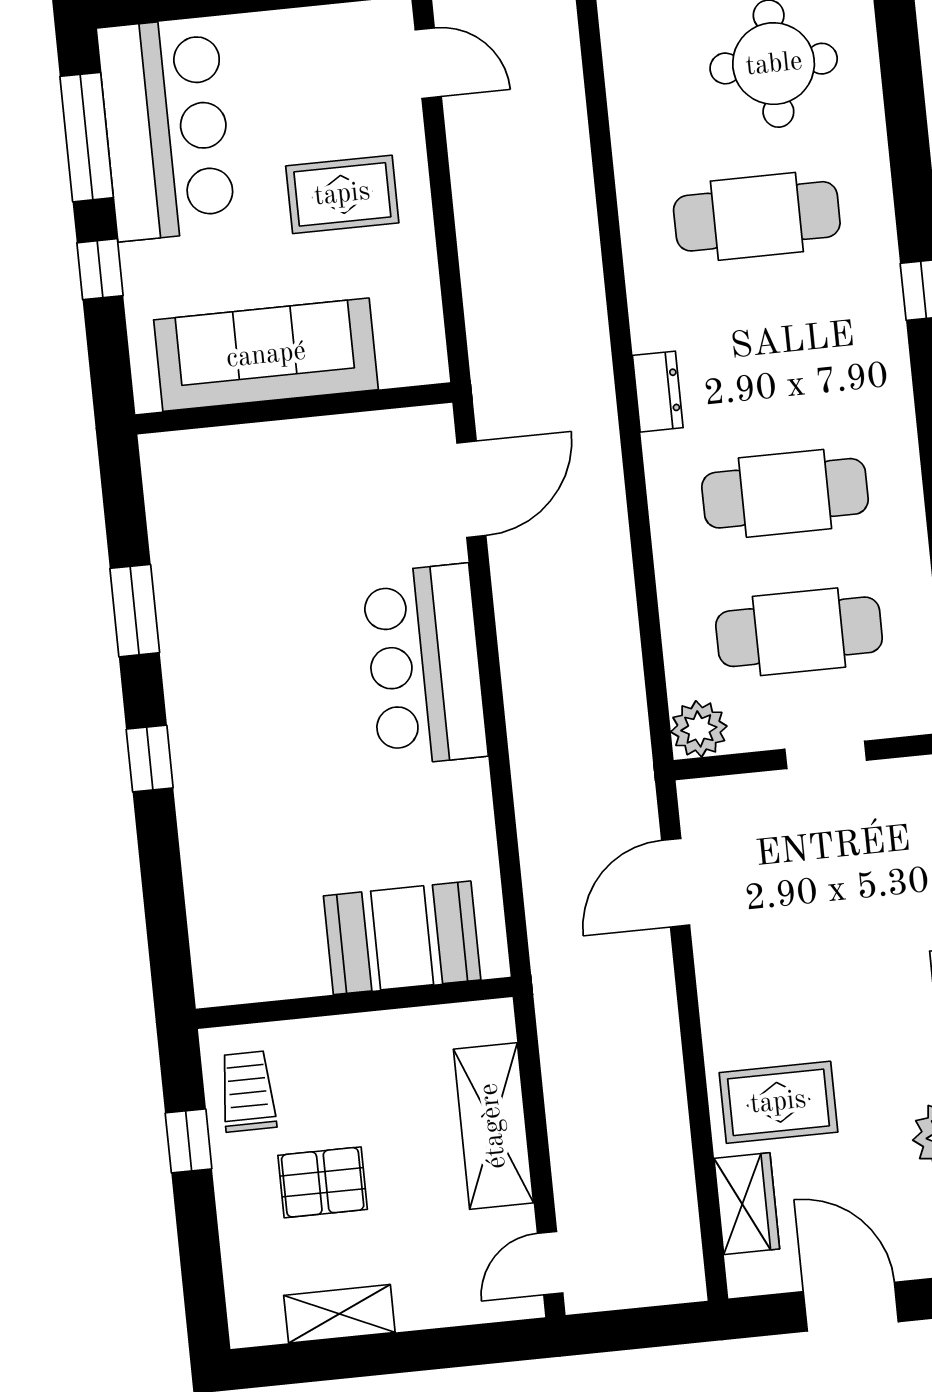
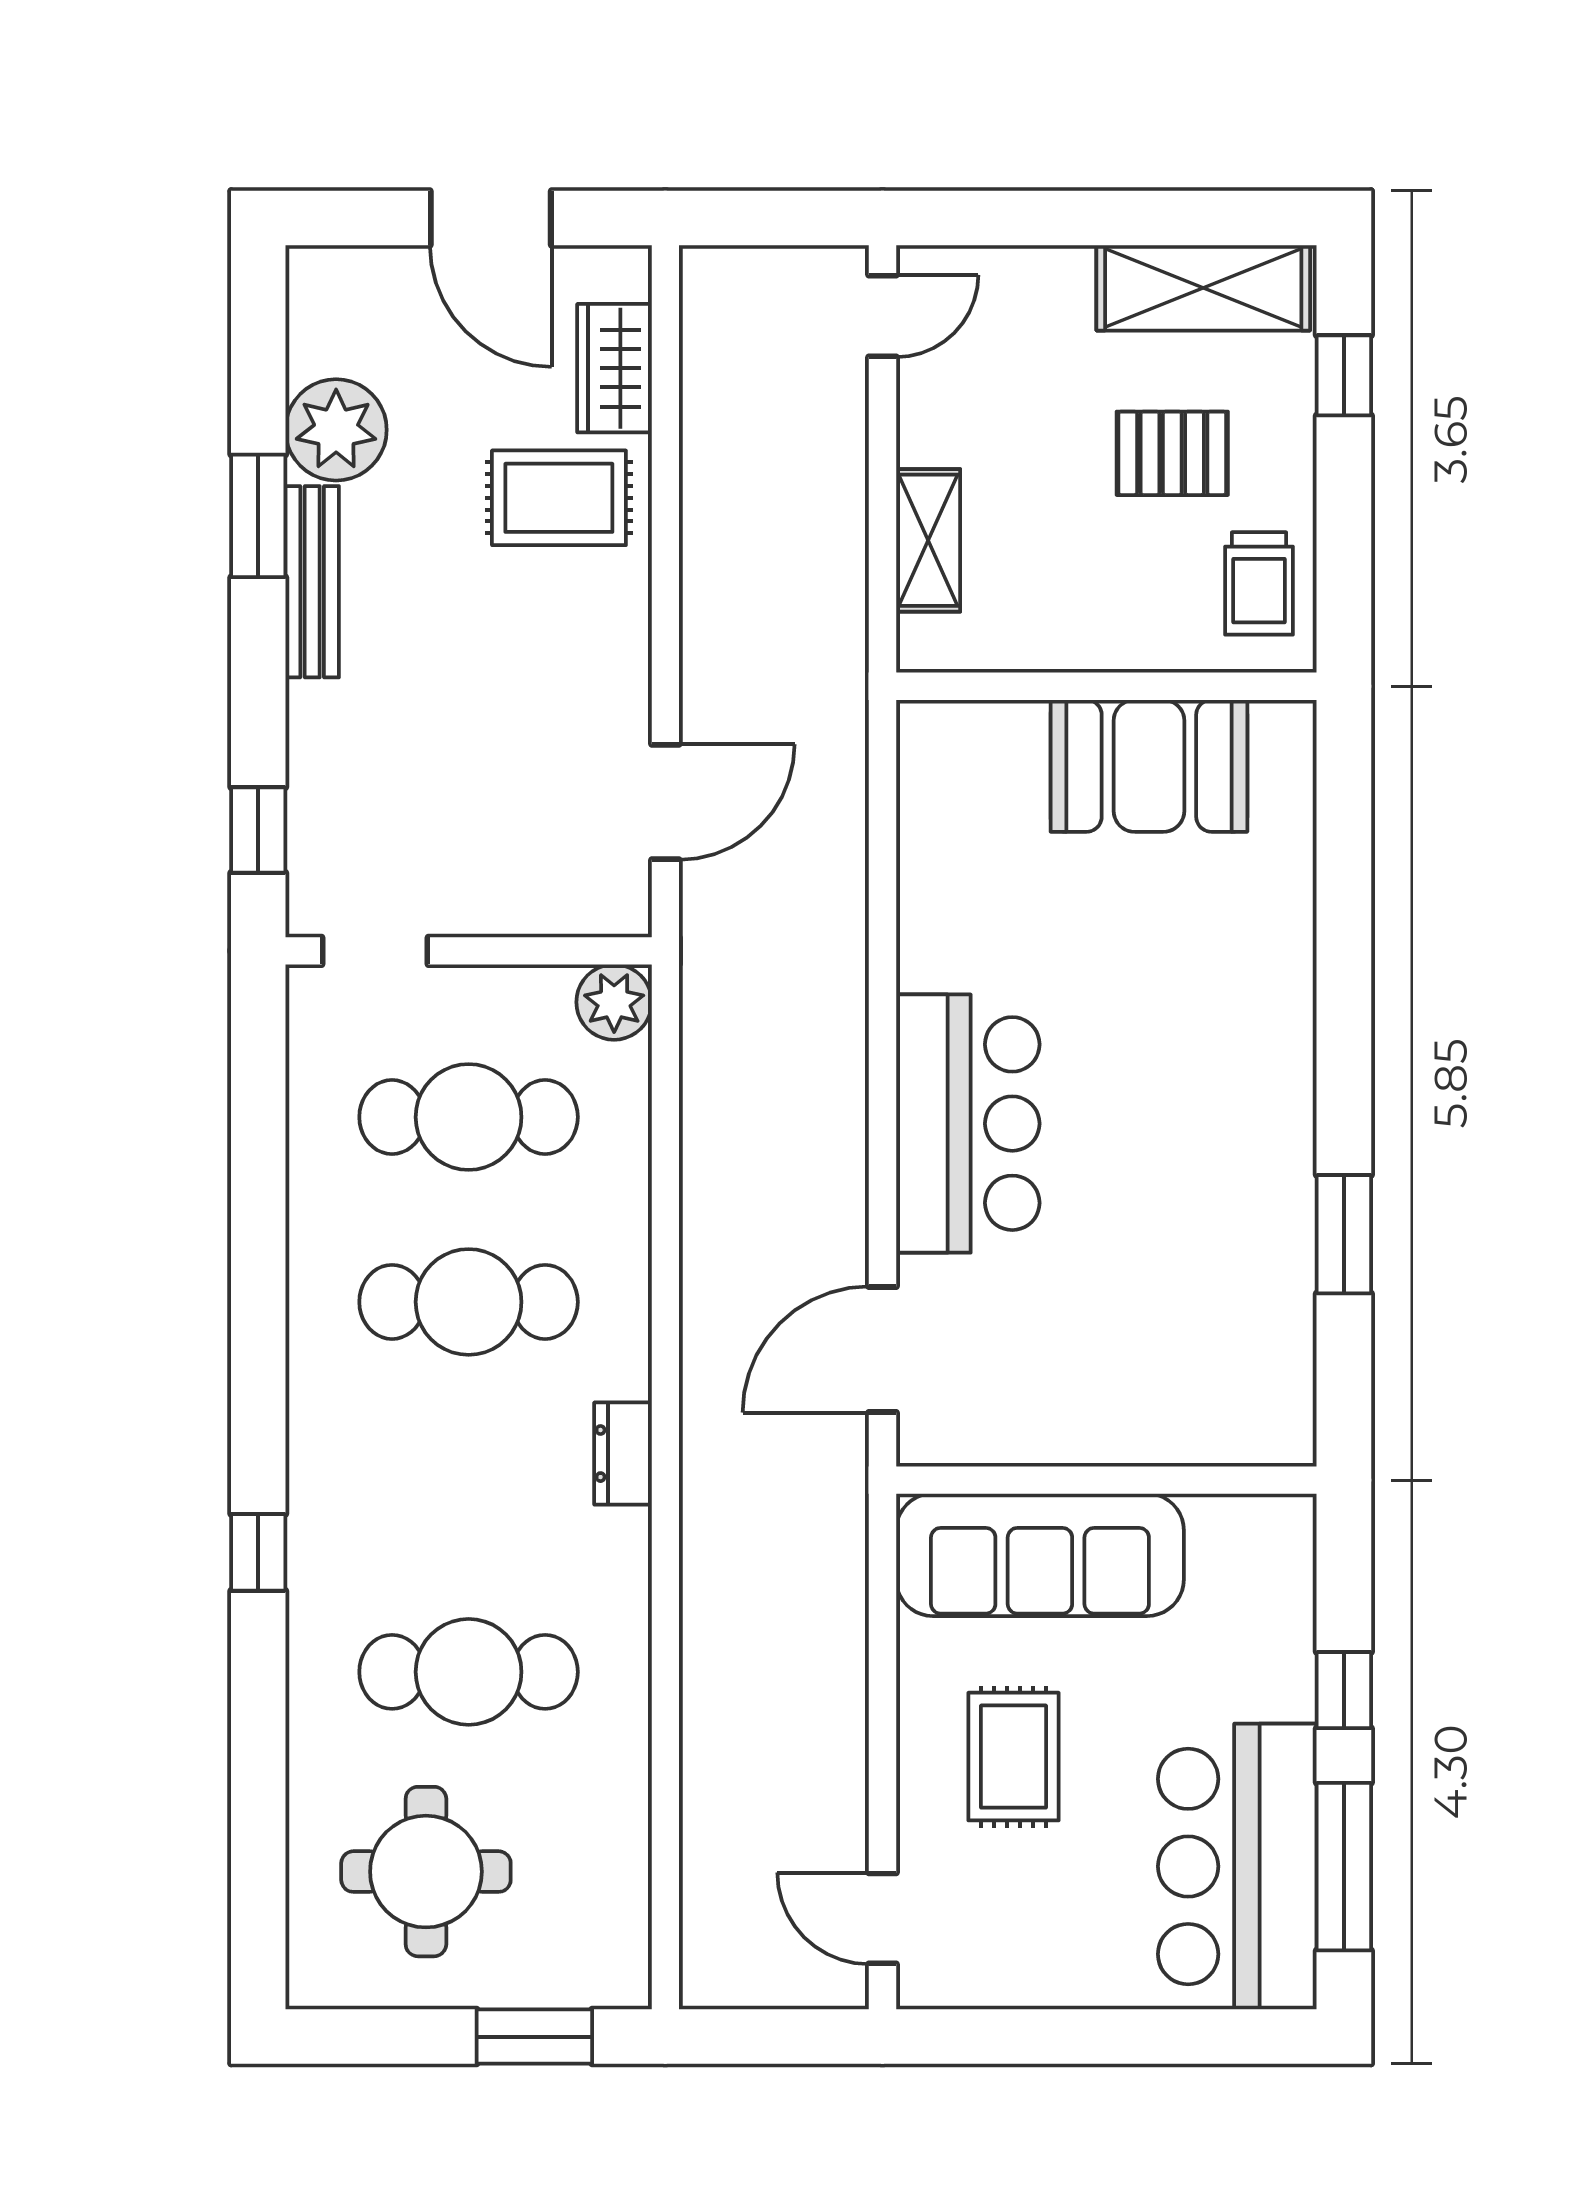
rug: (342, 194) -> (1014, 1757), turned 90
sofa: (266, 355) -> (1040, 1555), moved
doorway: (826, 755) -> (375, 951), moved
window: (150, 759) -> (1344, 1037), removed
booth: (402, 938) -> (1149, 766), moved
shelving: (493, 1126) -> (928, 540), width x0.67, depth x0.75
window: (189, 1141) -> (1344, 375), moved
shelving: (339, 1314) -> (1203, 288), width x1.50, depth x1.33

